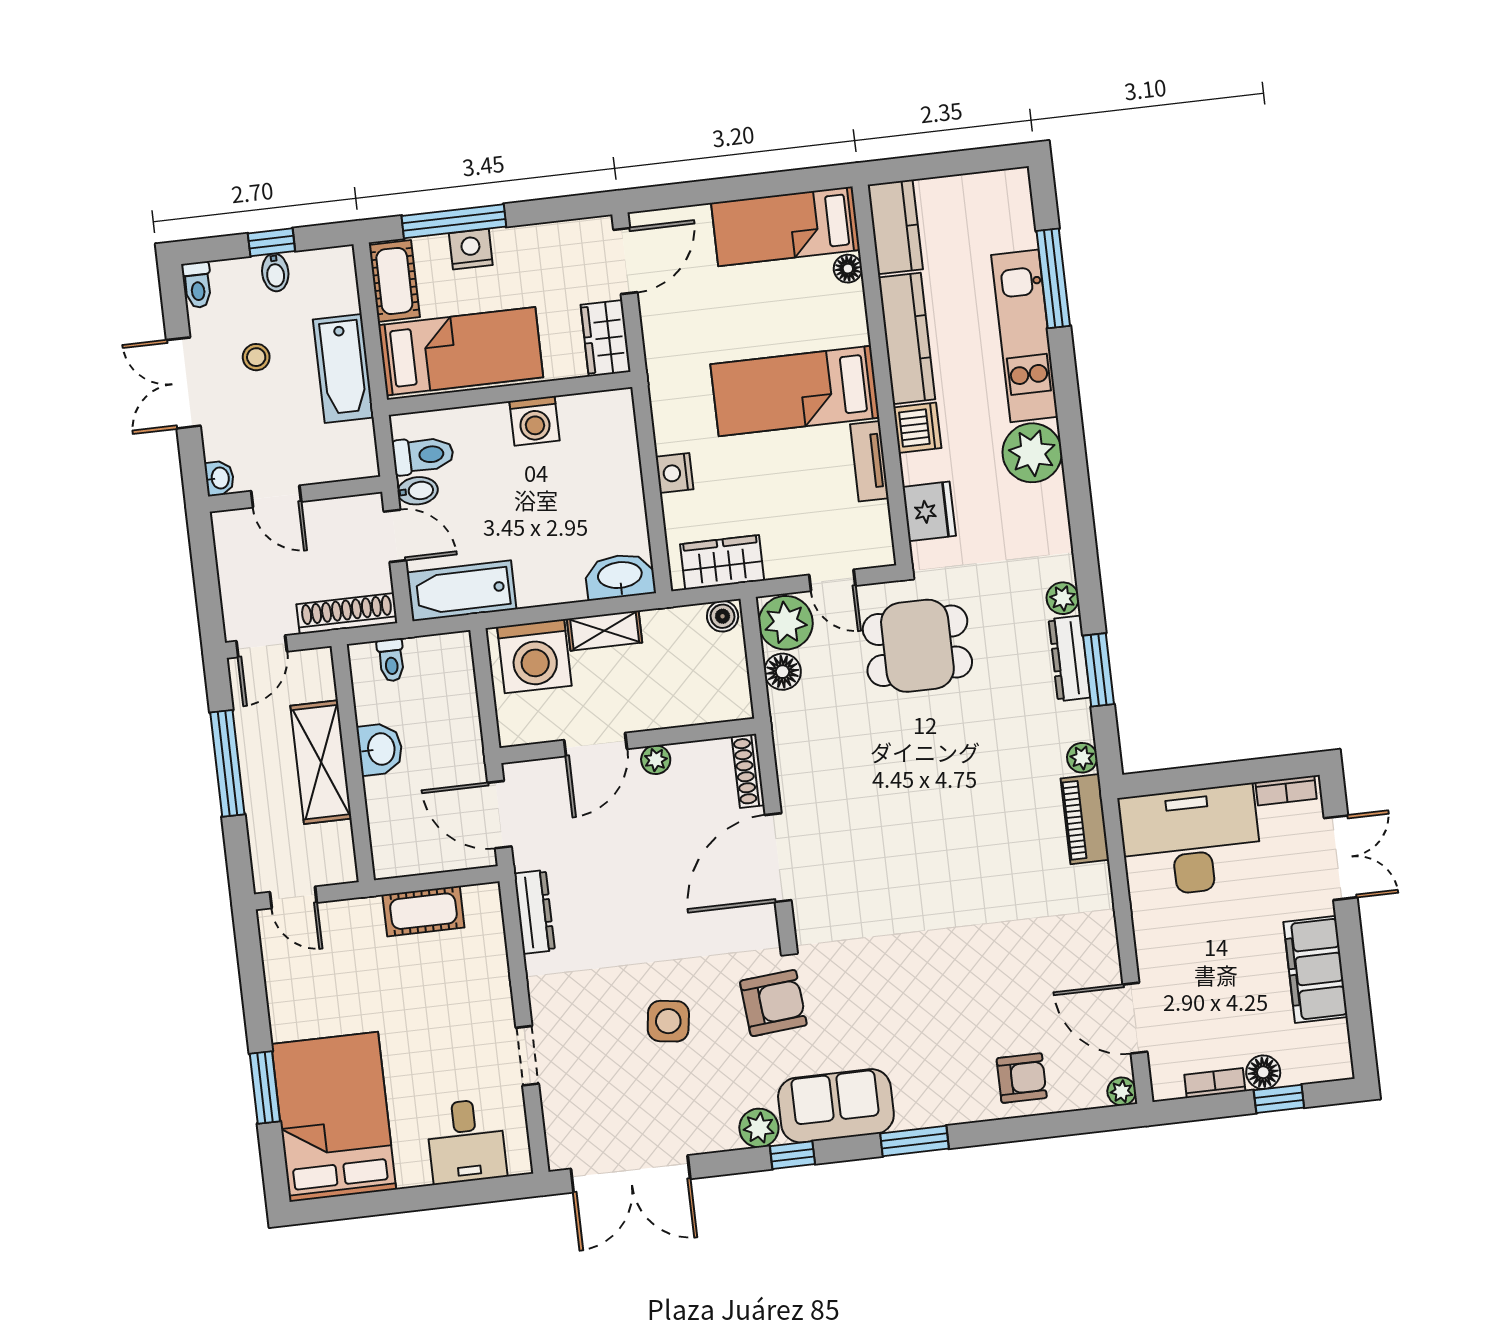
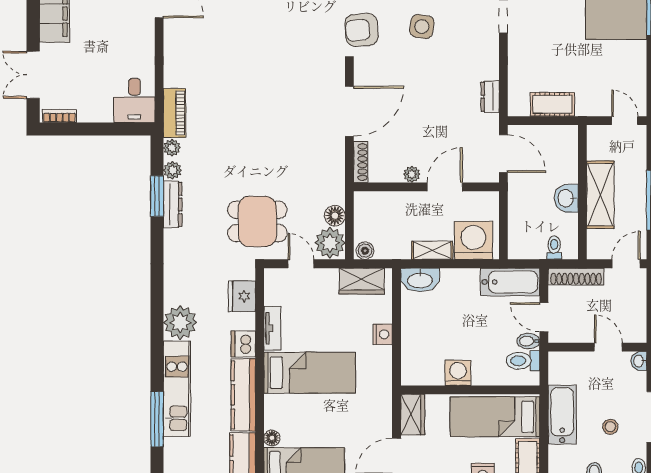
plant: (1063, 598) -> (173, 170), moved
desk: (1191, 841) -> (134, 100), width x0.53, depth x0.77
dresser: (534, 912) -> (490, 97), width x0.70

